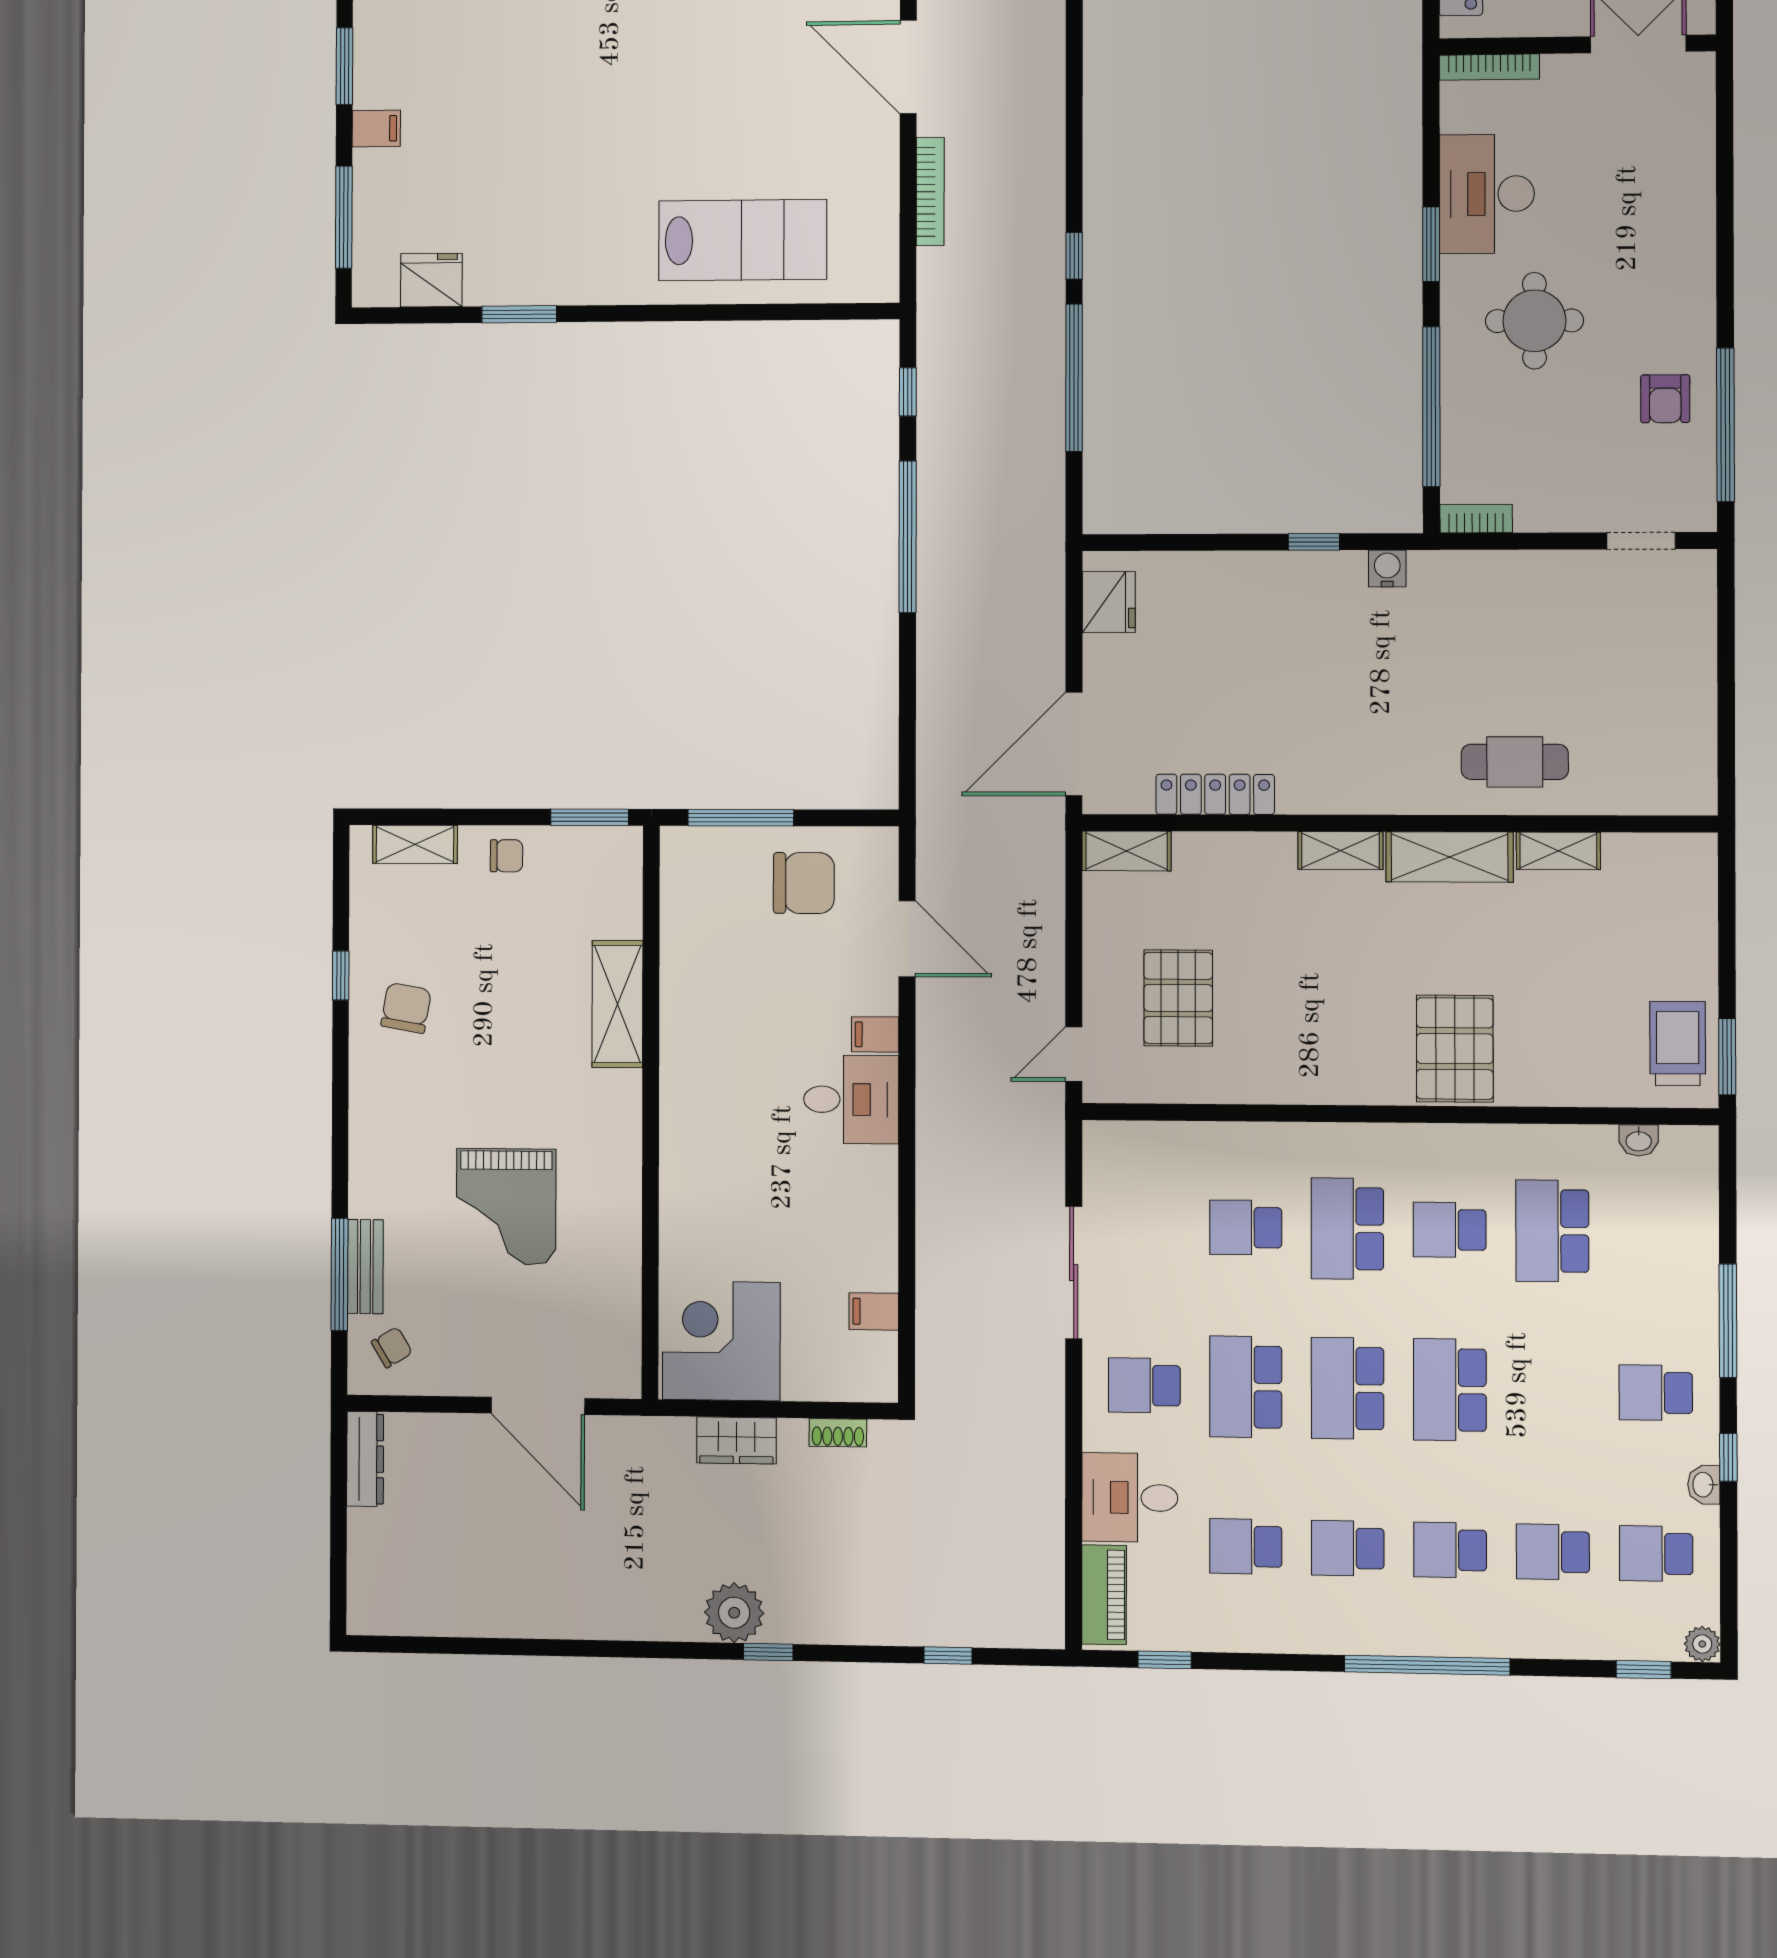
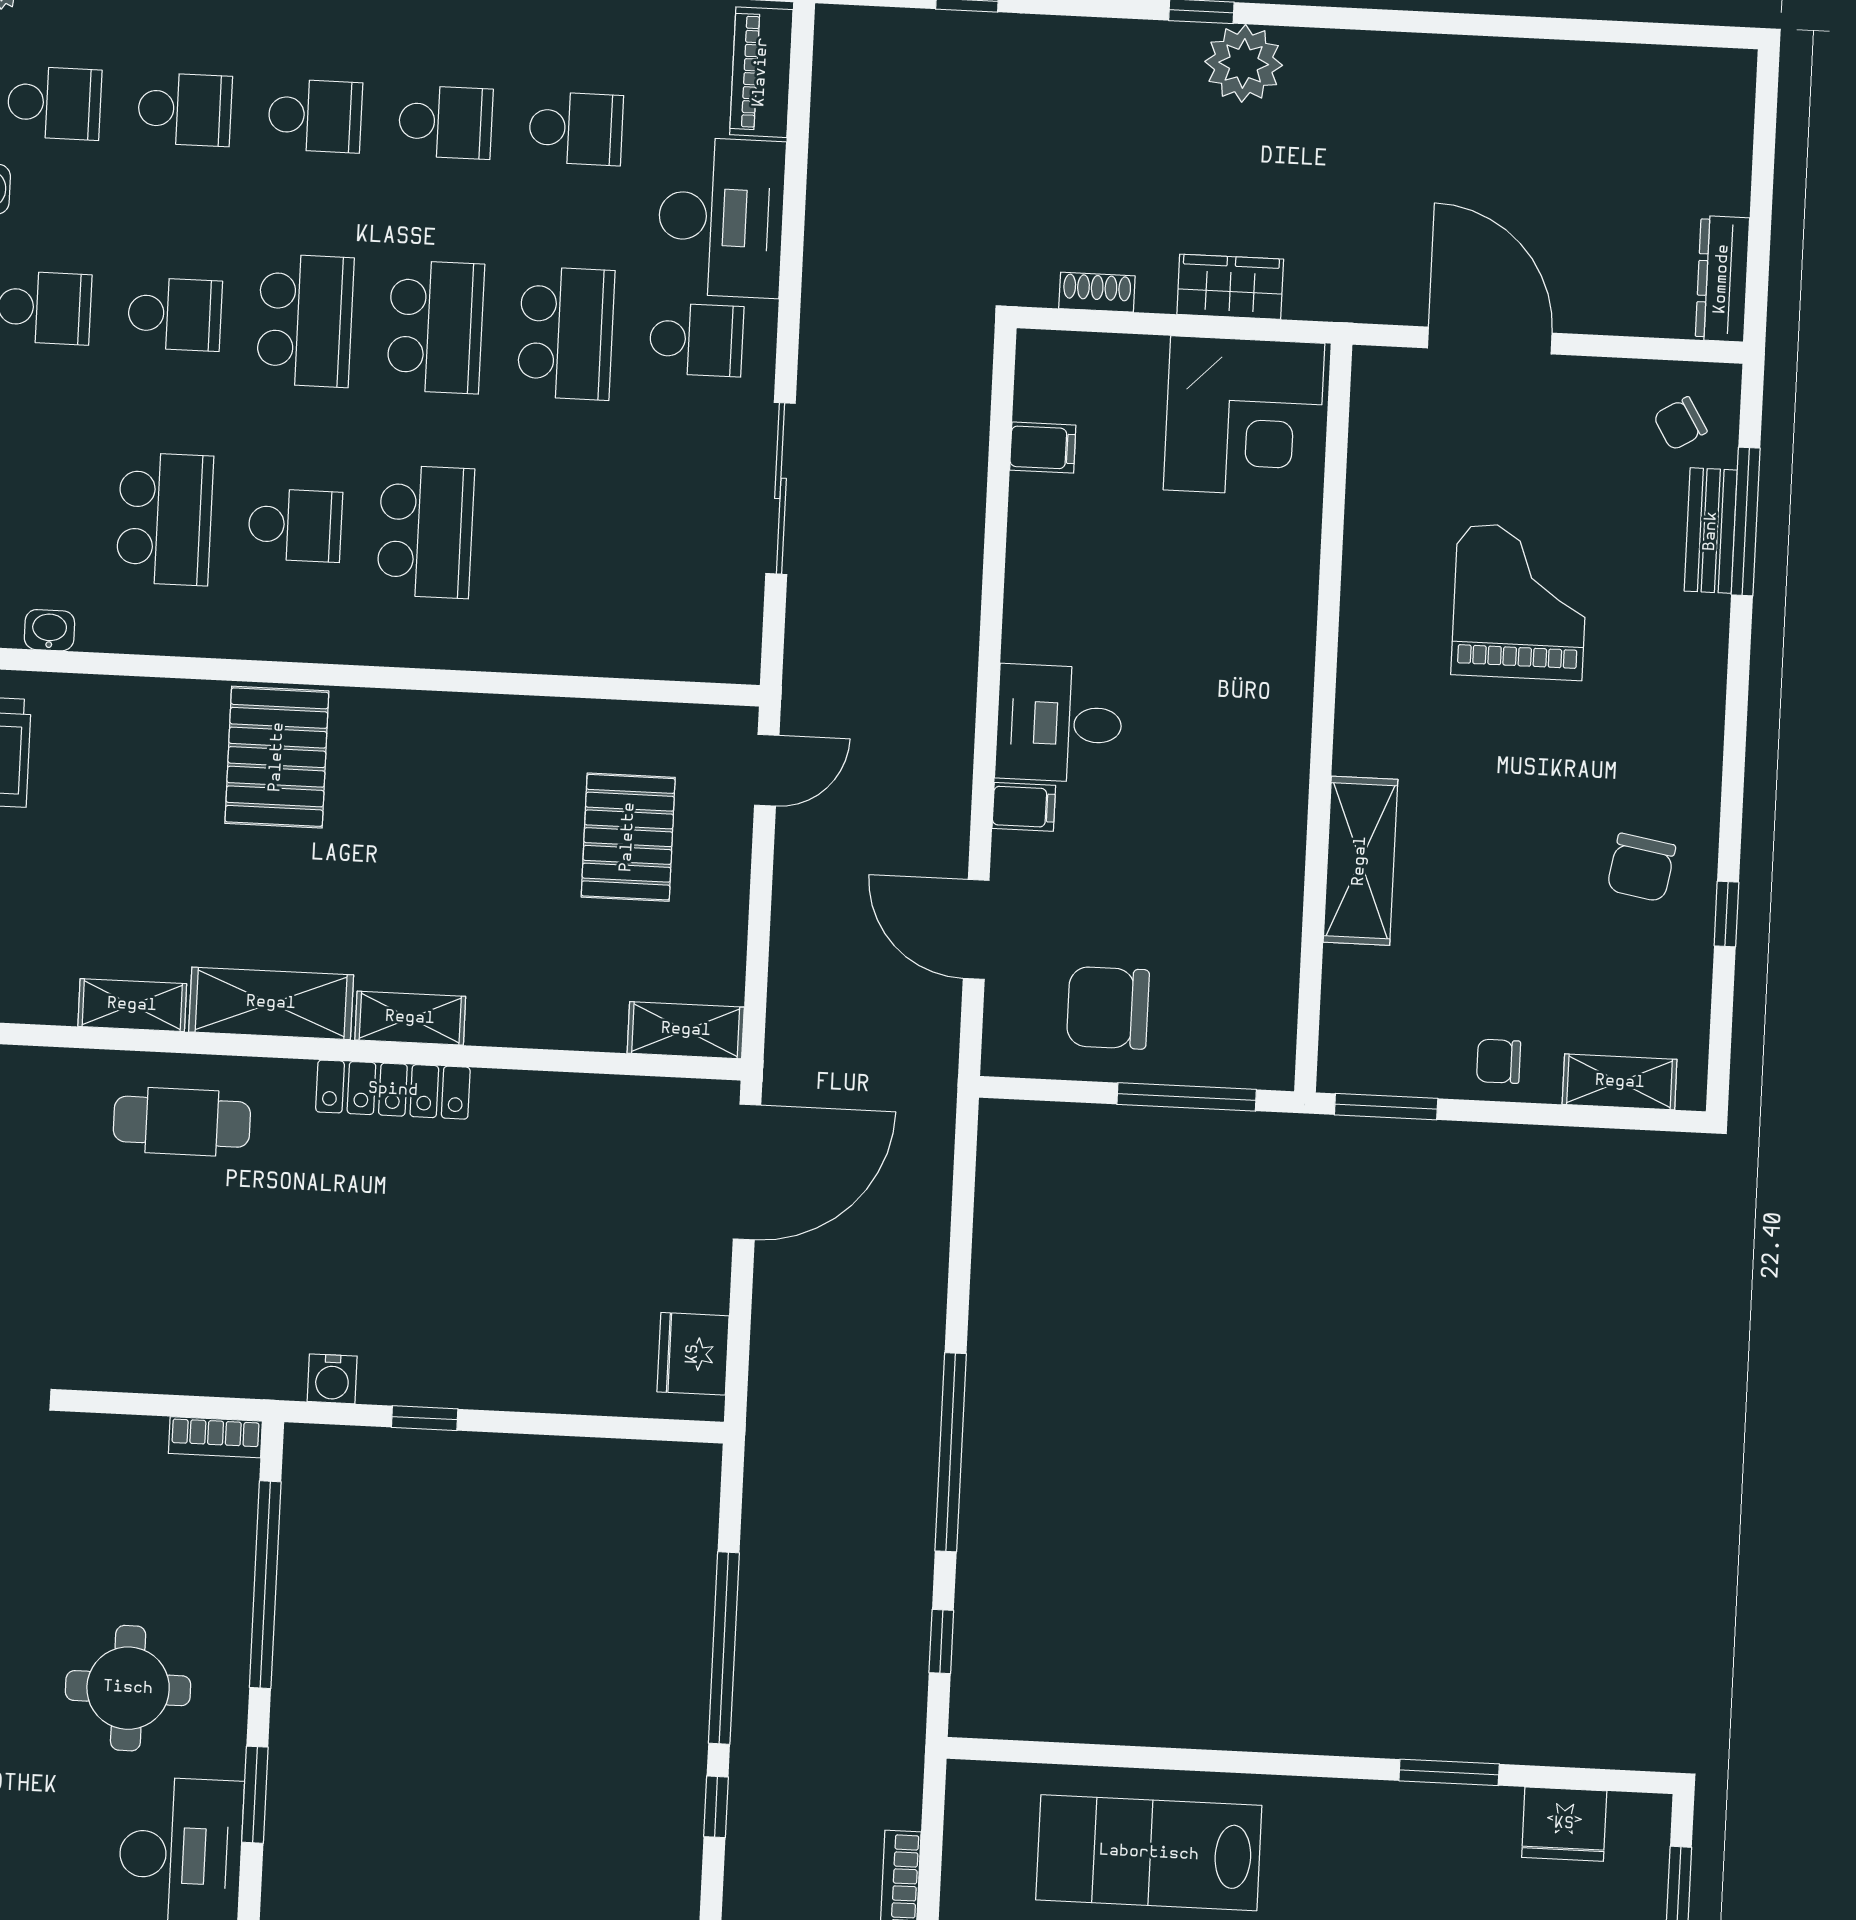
locker: (1215, 794) -> (393, 1090), moved
school desk: (1246, 1228) -> (175, 314), moved
desk: (1130, 1498) -> (721, 217), width x1.37

